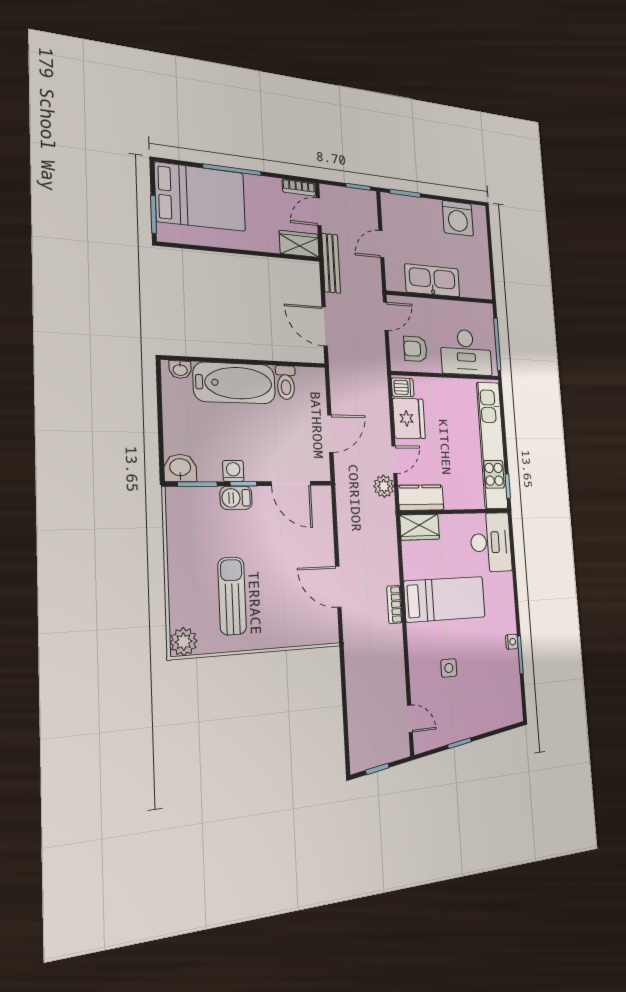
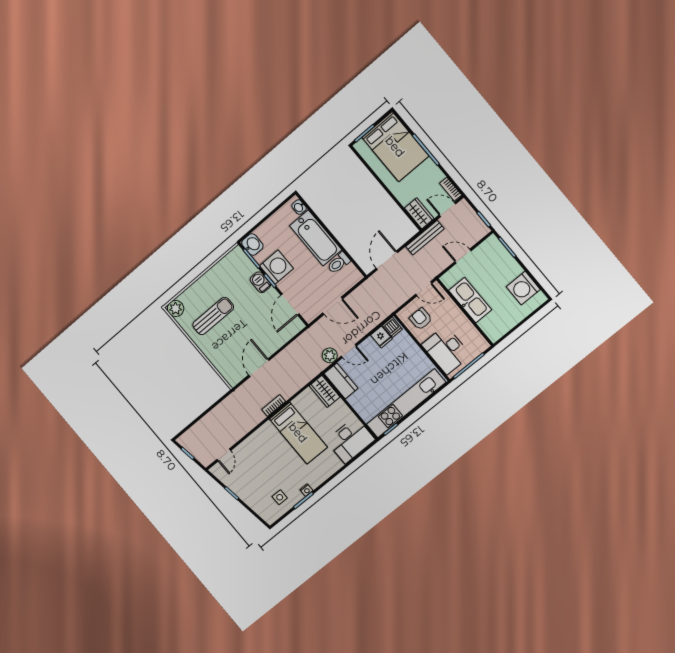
fridge: (409, 418) -> (381, 337), width x0.53, depth x0.75
washing machine: (233, 471) -> (276, 267), width x1.89, depth x1.89
side table: (449, 668) -> (280, 497), moved

